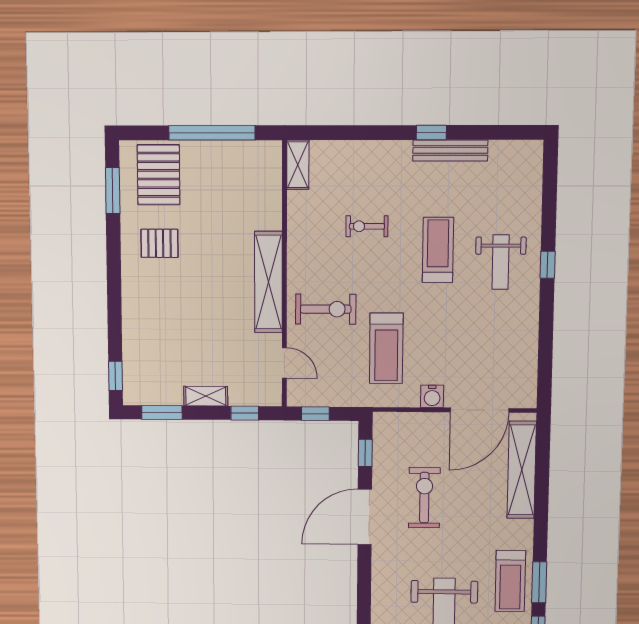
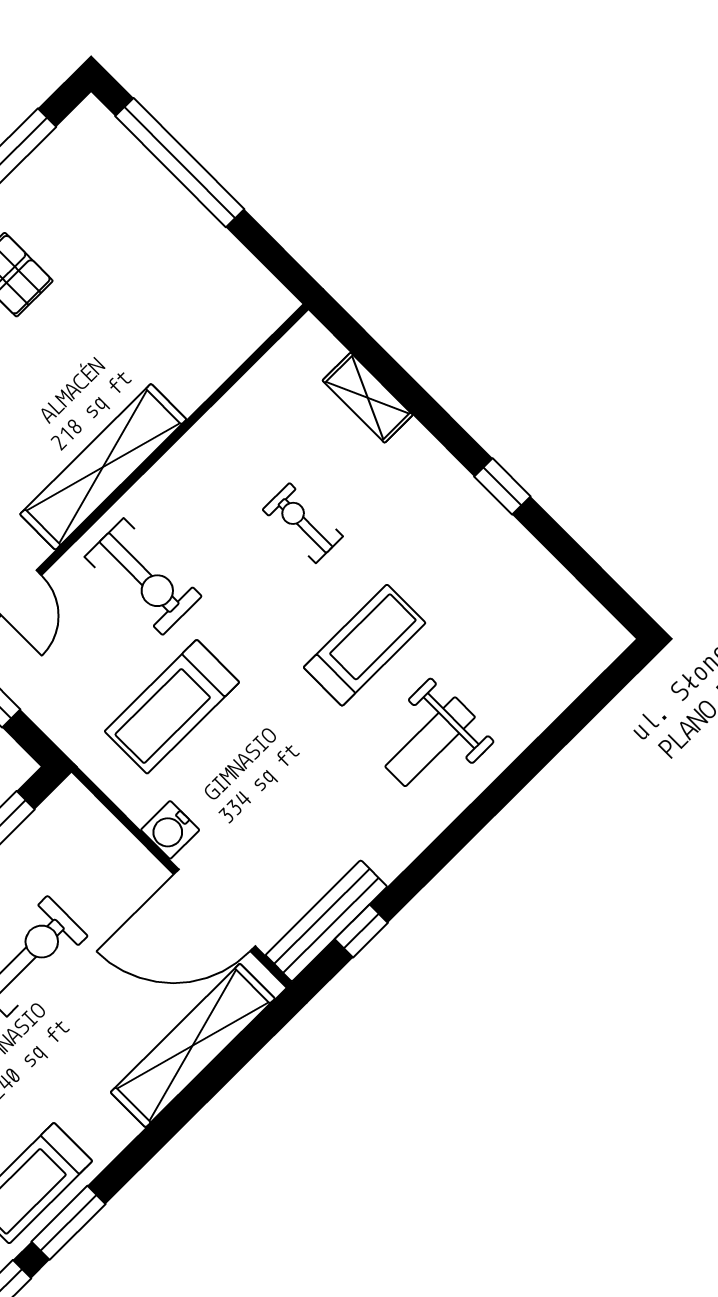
window: (212, 133) -> (180, 163), moved
bench: (450, 150) -> (326, 921), moved, turned 90
shelving: (298, 165) -> (368, 398), moved, turned 90
pallet: (159, 175) -> (98, 187), removed
window: (548, 265) -> (361, 931), moved

